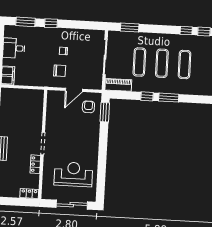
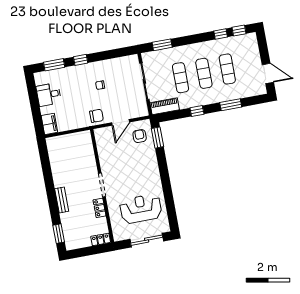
chair: (60, 71) -> (96, 116), moved
window: (169, 98) -> (231, 105), moved

